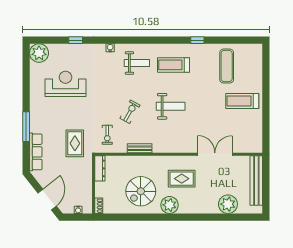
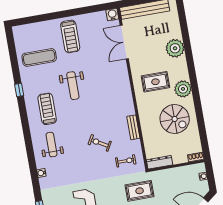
treadmill: (174, 65) -> (47, 109), turned 180
weight bench: (171, 106) -> (73, 86), moved, turned 180
water cooler: (257, 147) -> (112, 15), added
double door: (215, 154) -> (124, 42), moved
rug: (182, 179) -> (155, 82), turned 90
plant: (228, 204) -> (175, 48), moved

